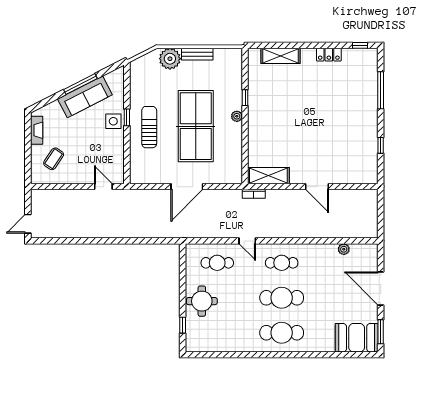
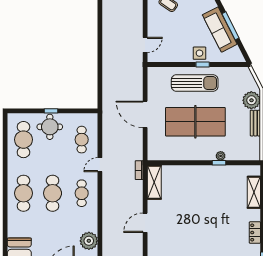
plant: (237, 116) -> (221, 156), moved
sun lounger: (149, 127) -> (195, 83), width x1.36, depth x1.34
plant: (344, 249) -> (89, 241), width x1.88, depth x1.88
window: (183, 325) -> (51, 111), moved
cafe table: (217, 333) -> (23, 140), added

